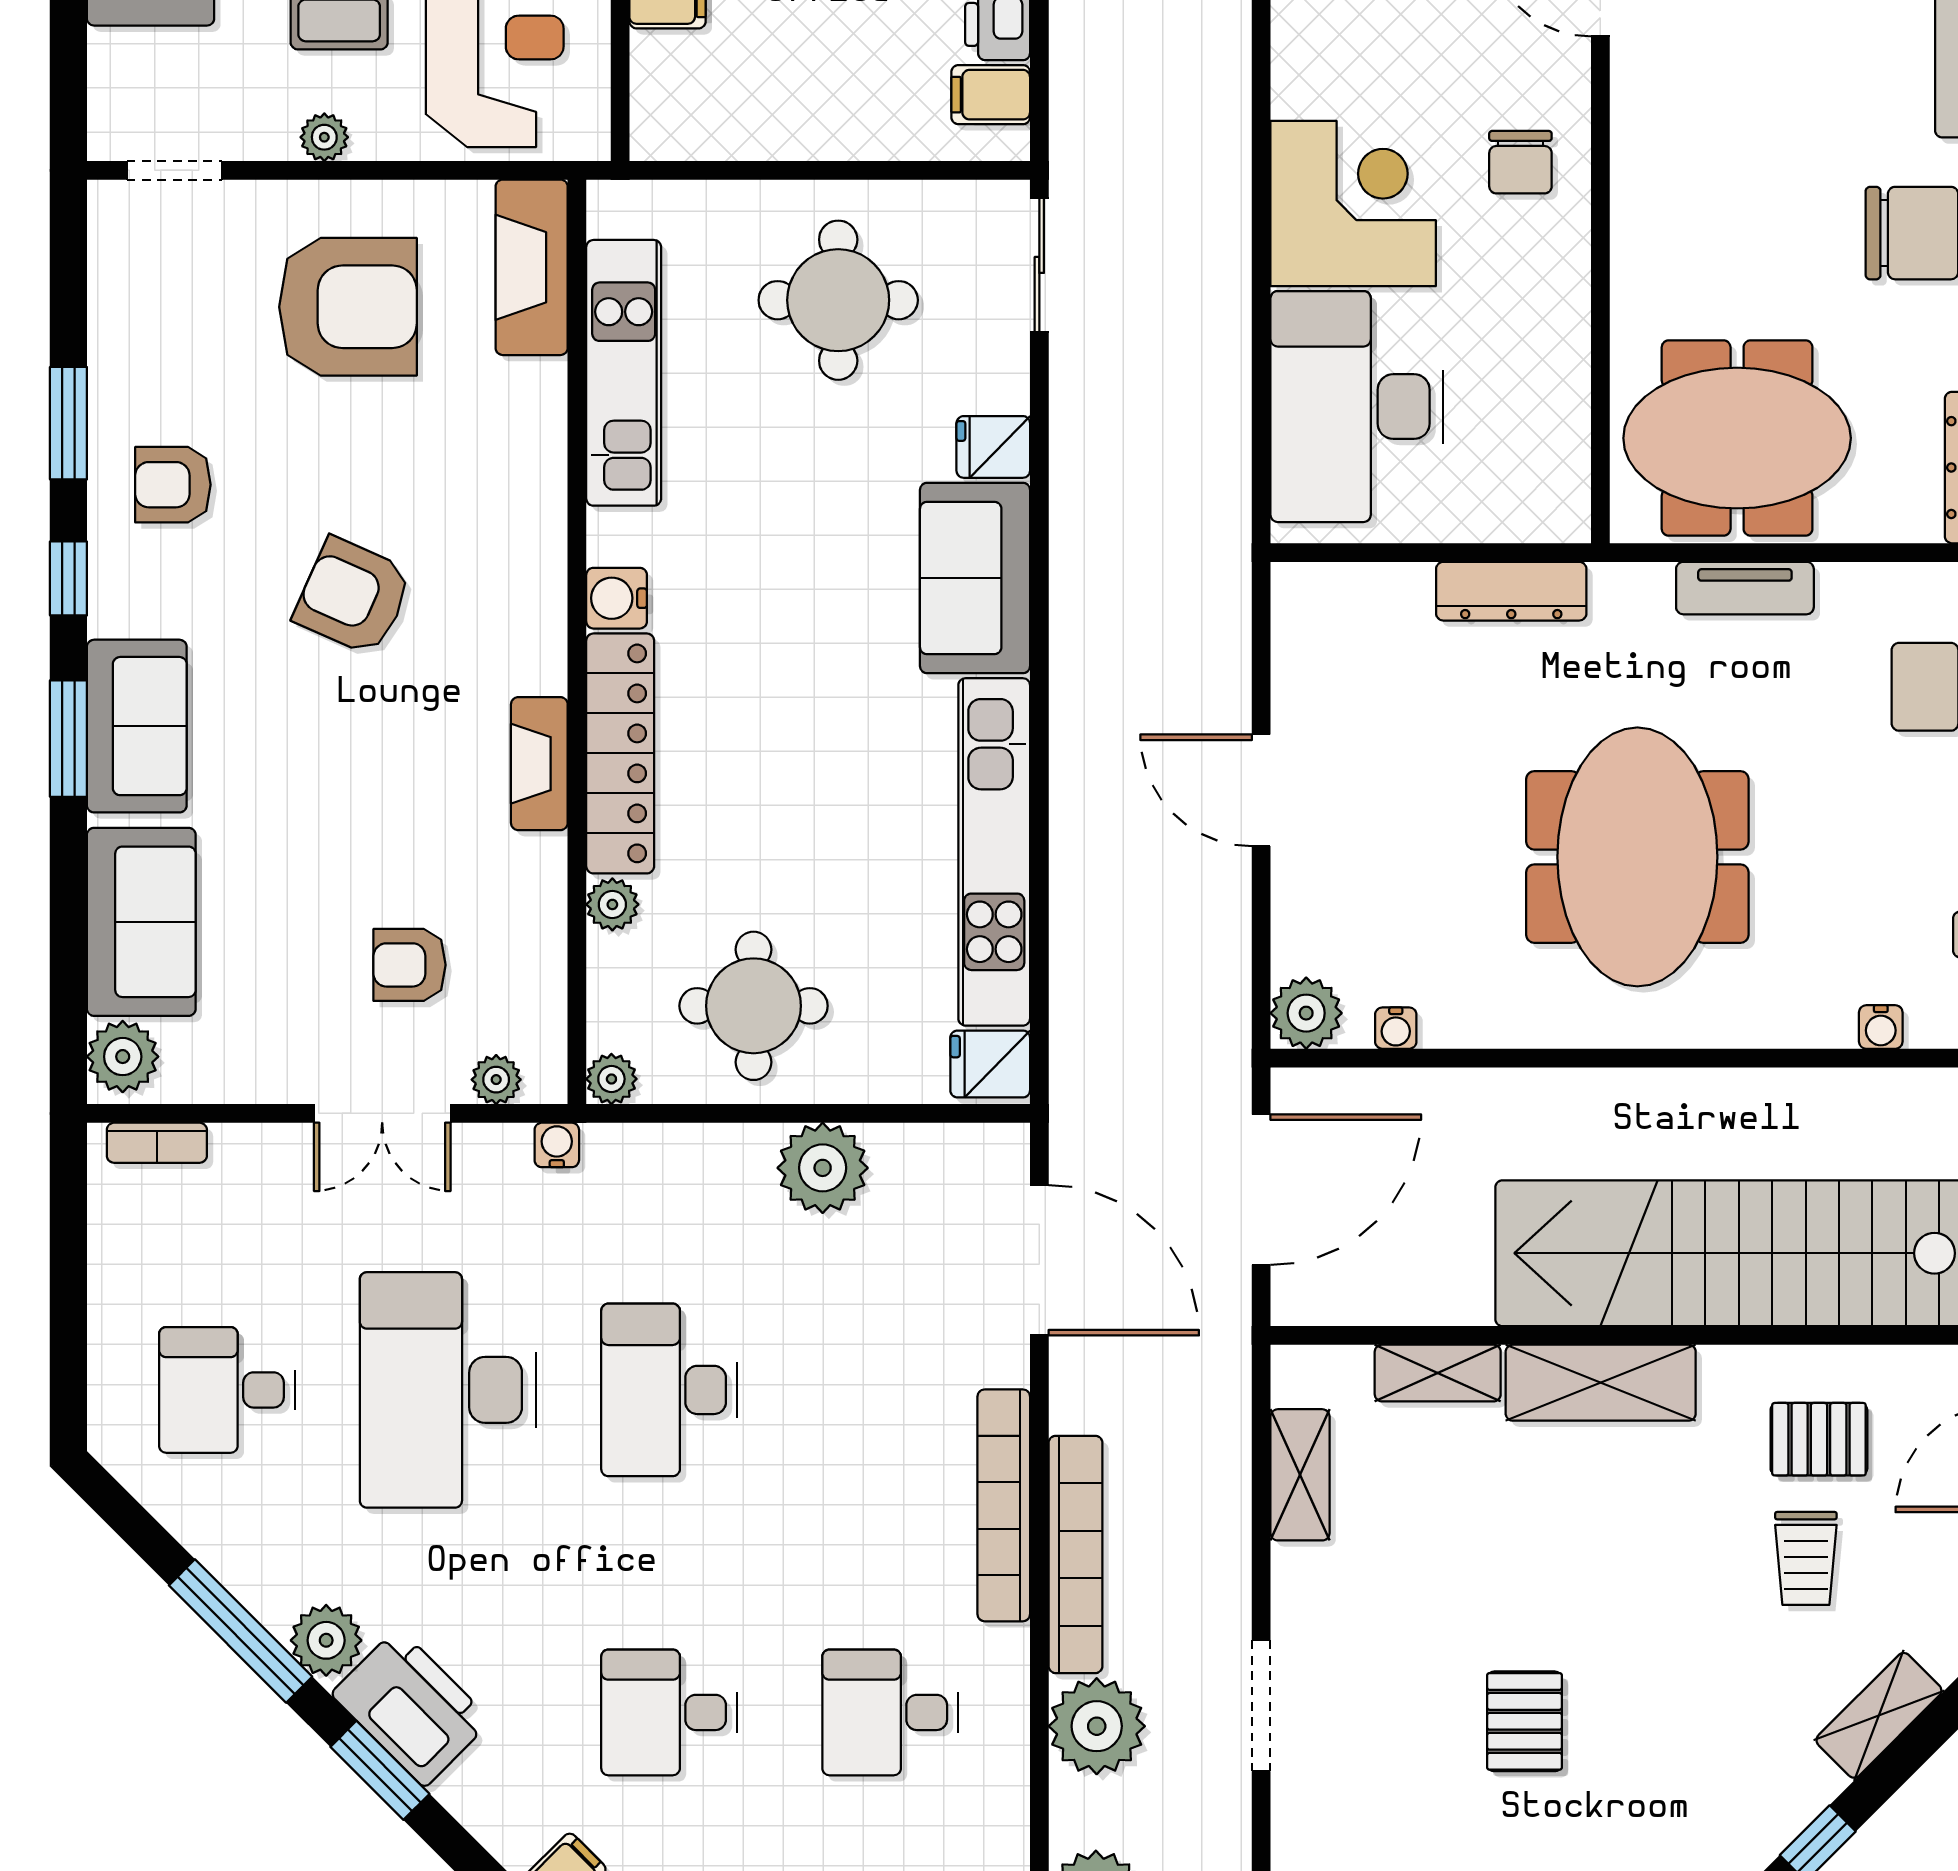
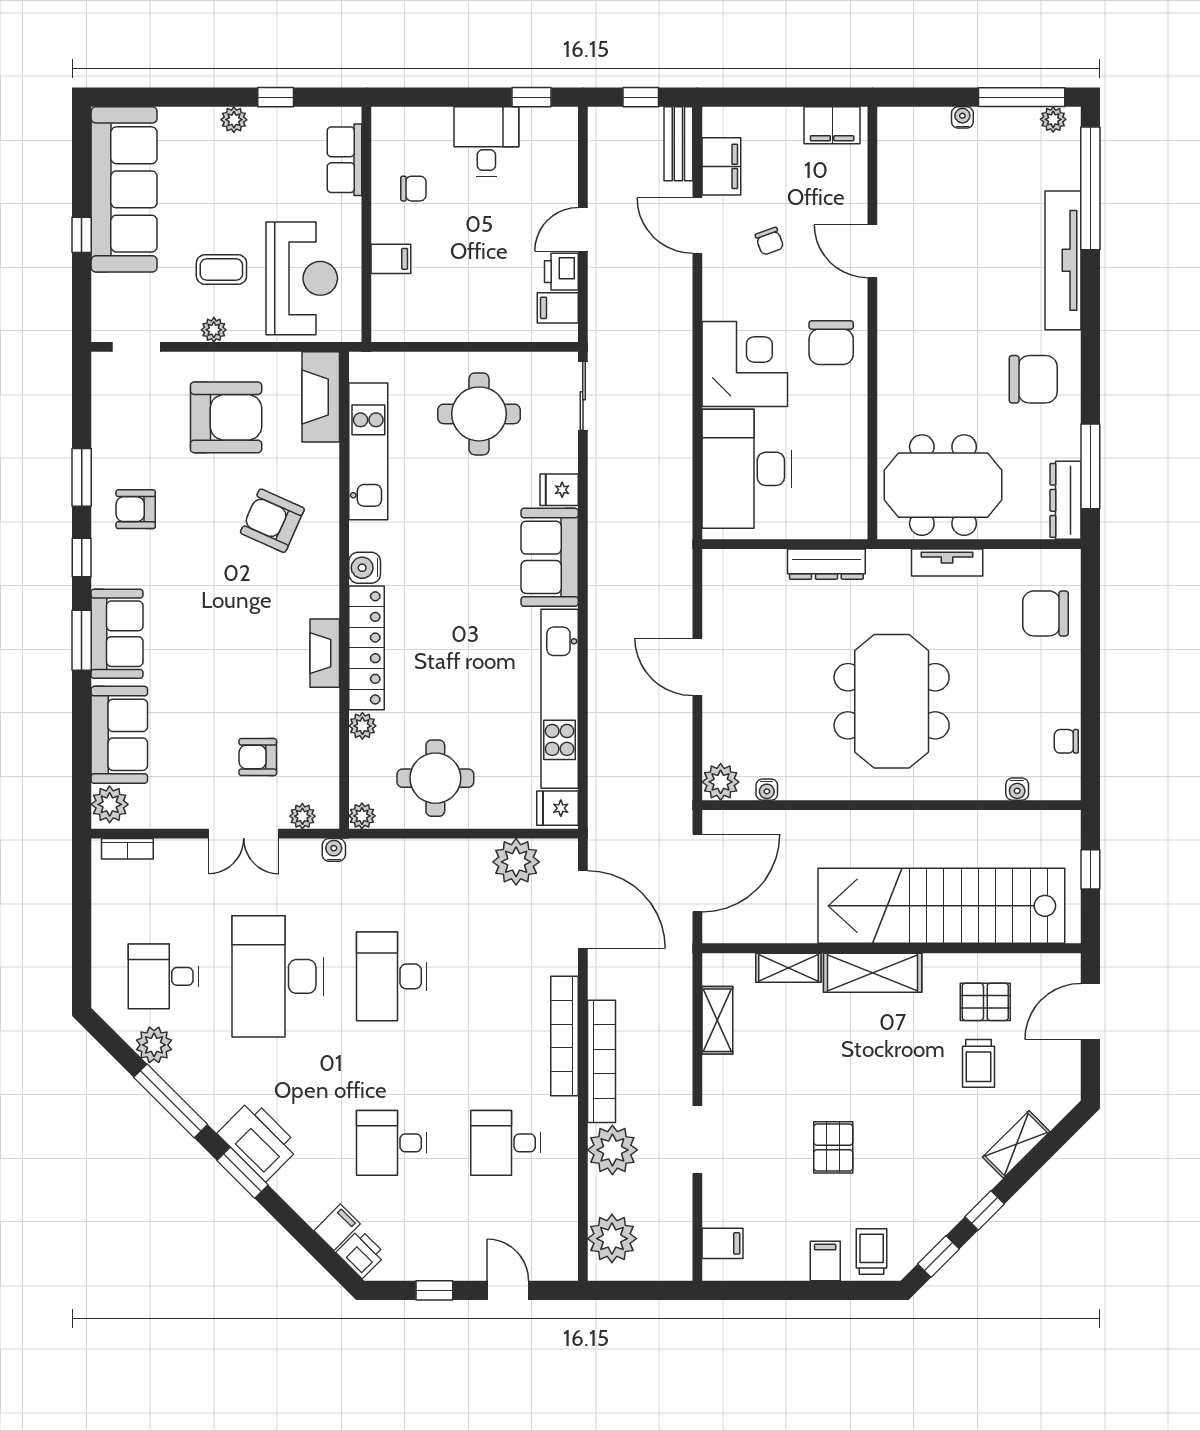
chair: (1520, 162) -> (831, 343), width x1.37, depth x1.37
armchair: (353, 596) -> (272, 521), moved
plant: (823, 1168) -> (516, 862), moved
plant: (326, 1640) -> (154, 1045), moved

